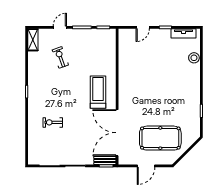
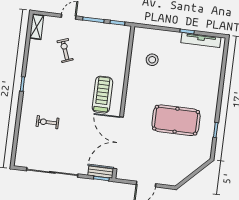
door: (143, 27) -> (162, 28), removed
tv unit: (184, 33) -> (201, 40), width x1.41
stool: (194, 58) -> (152, 60), moved
pool table: (160, 138) -> (176, 120), moved

